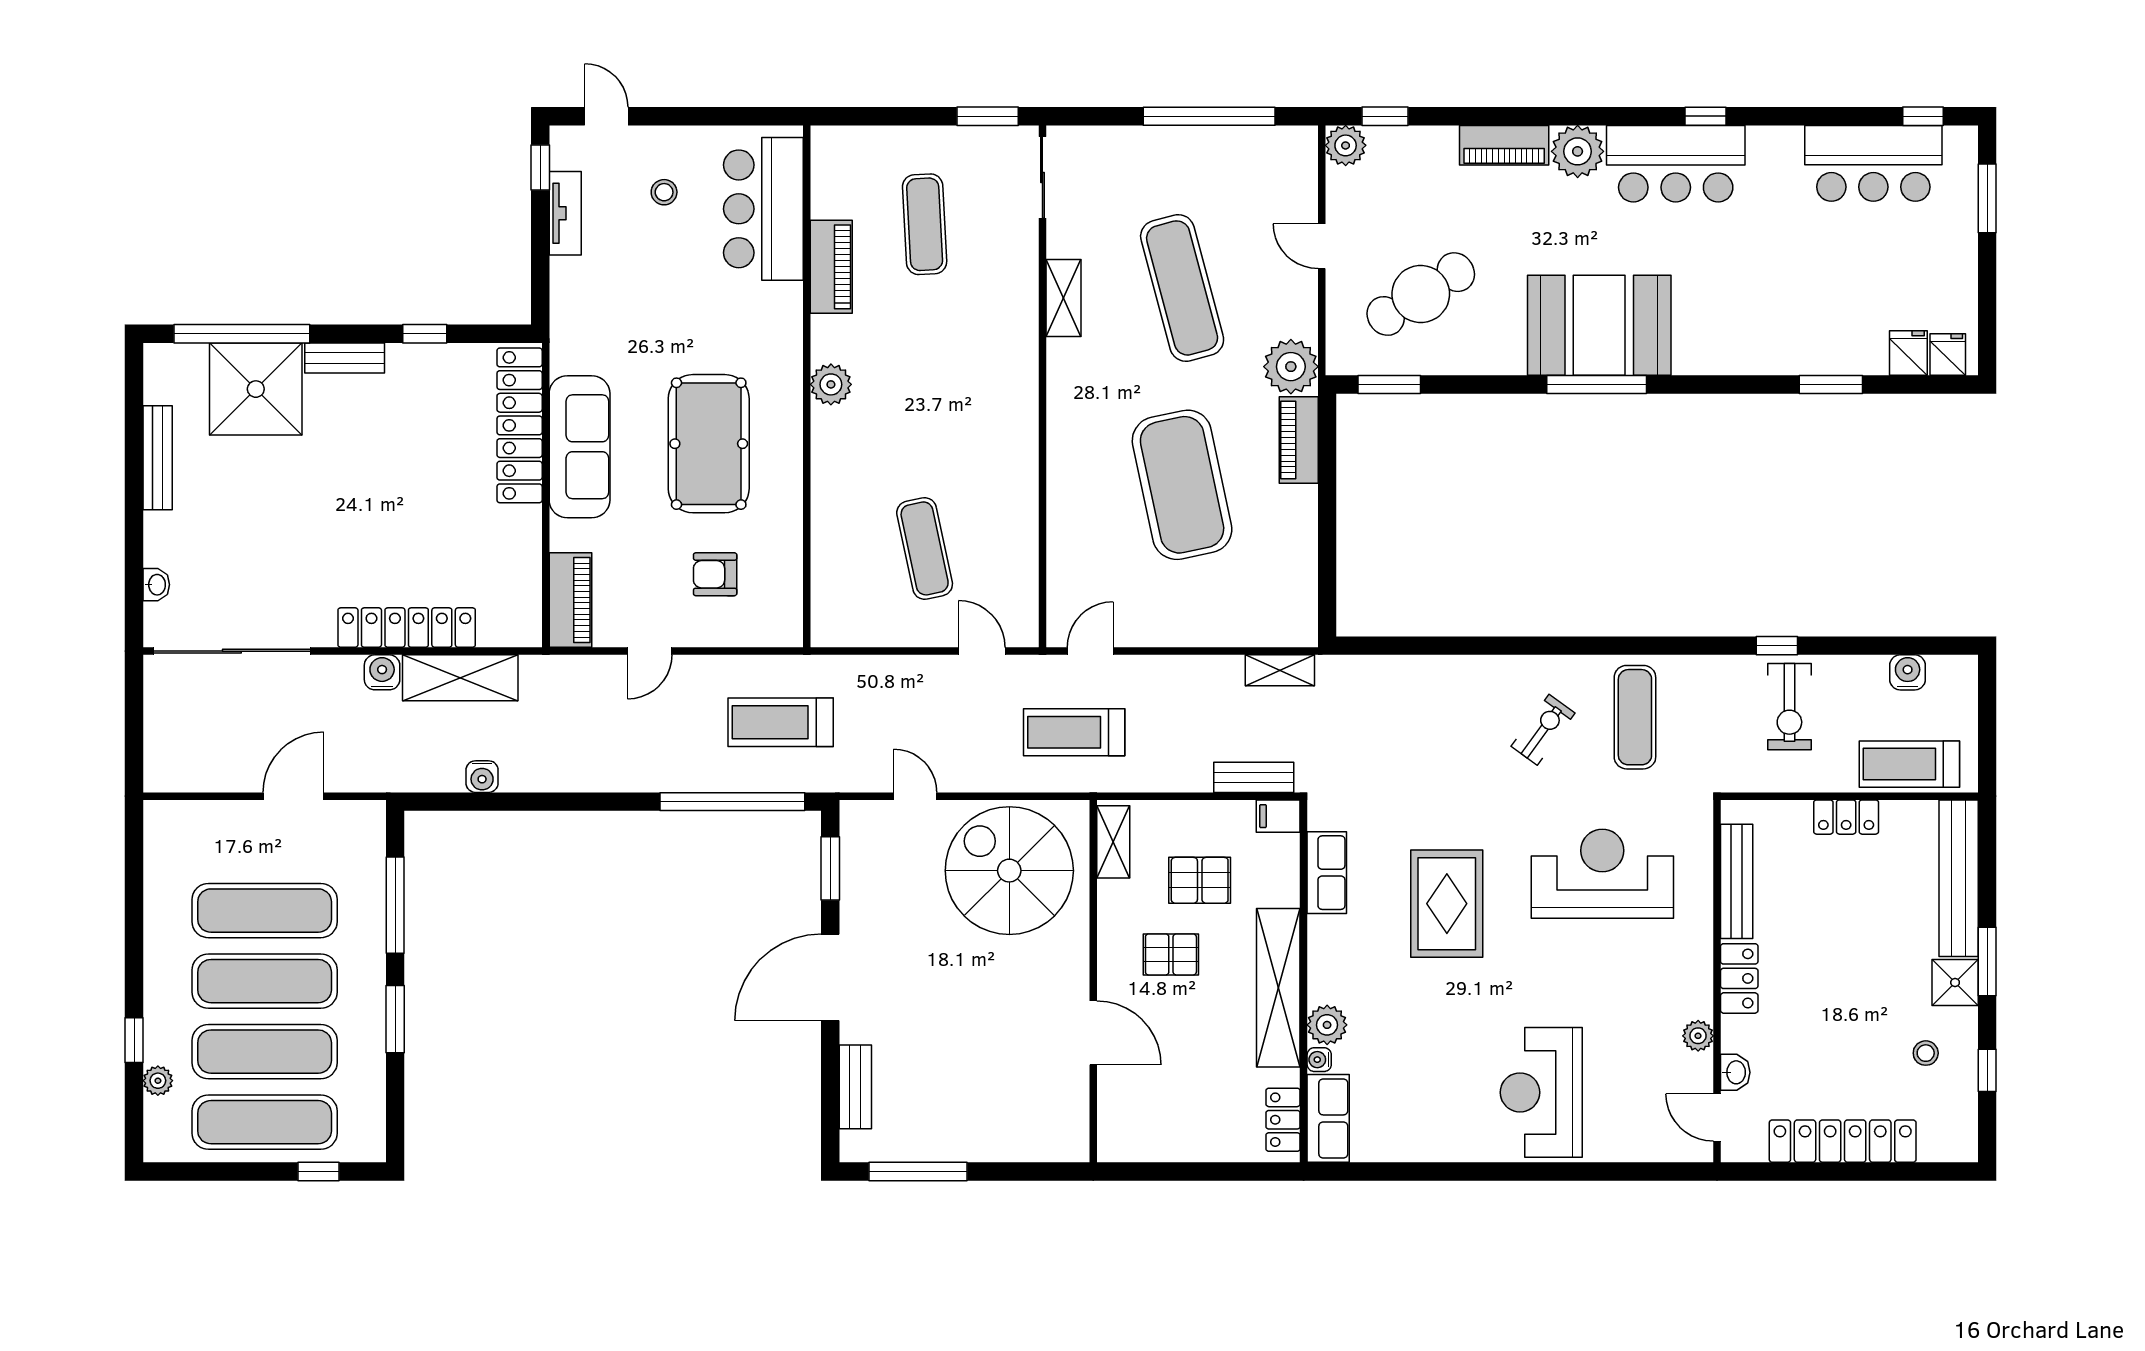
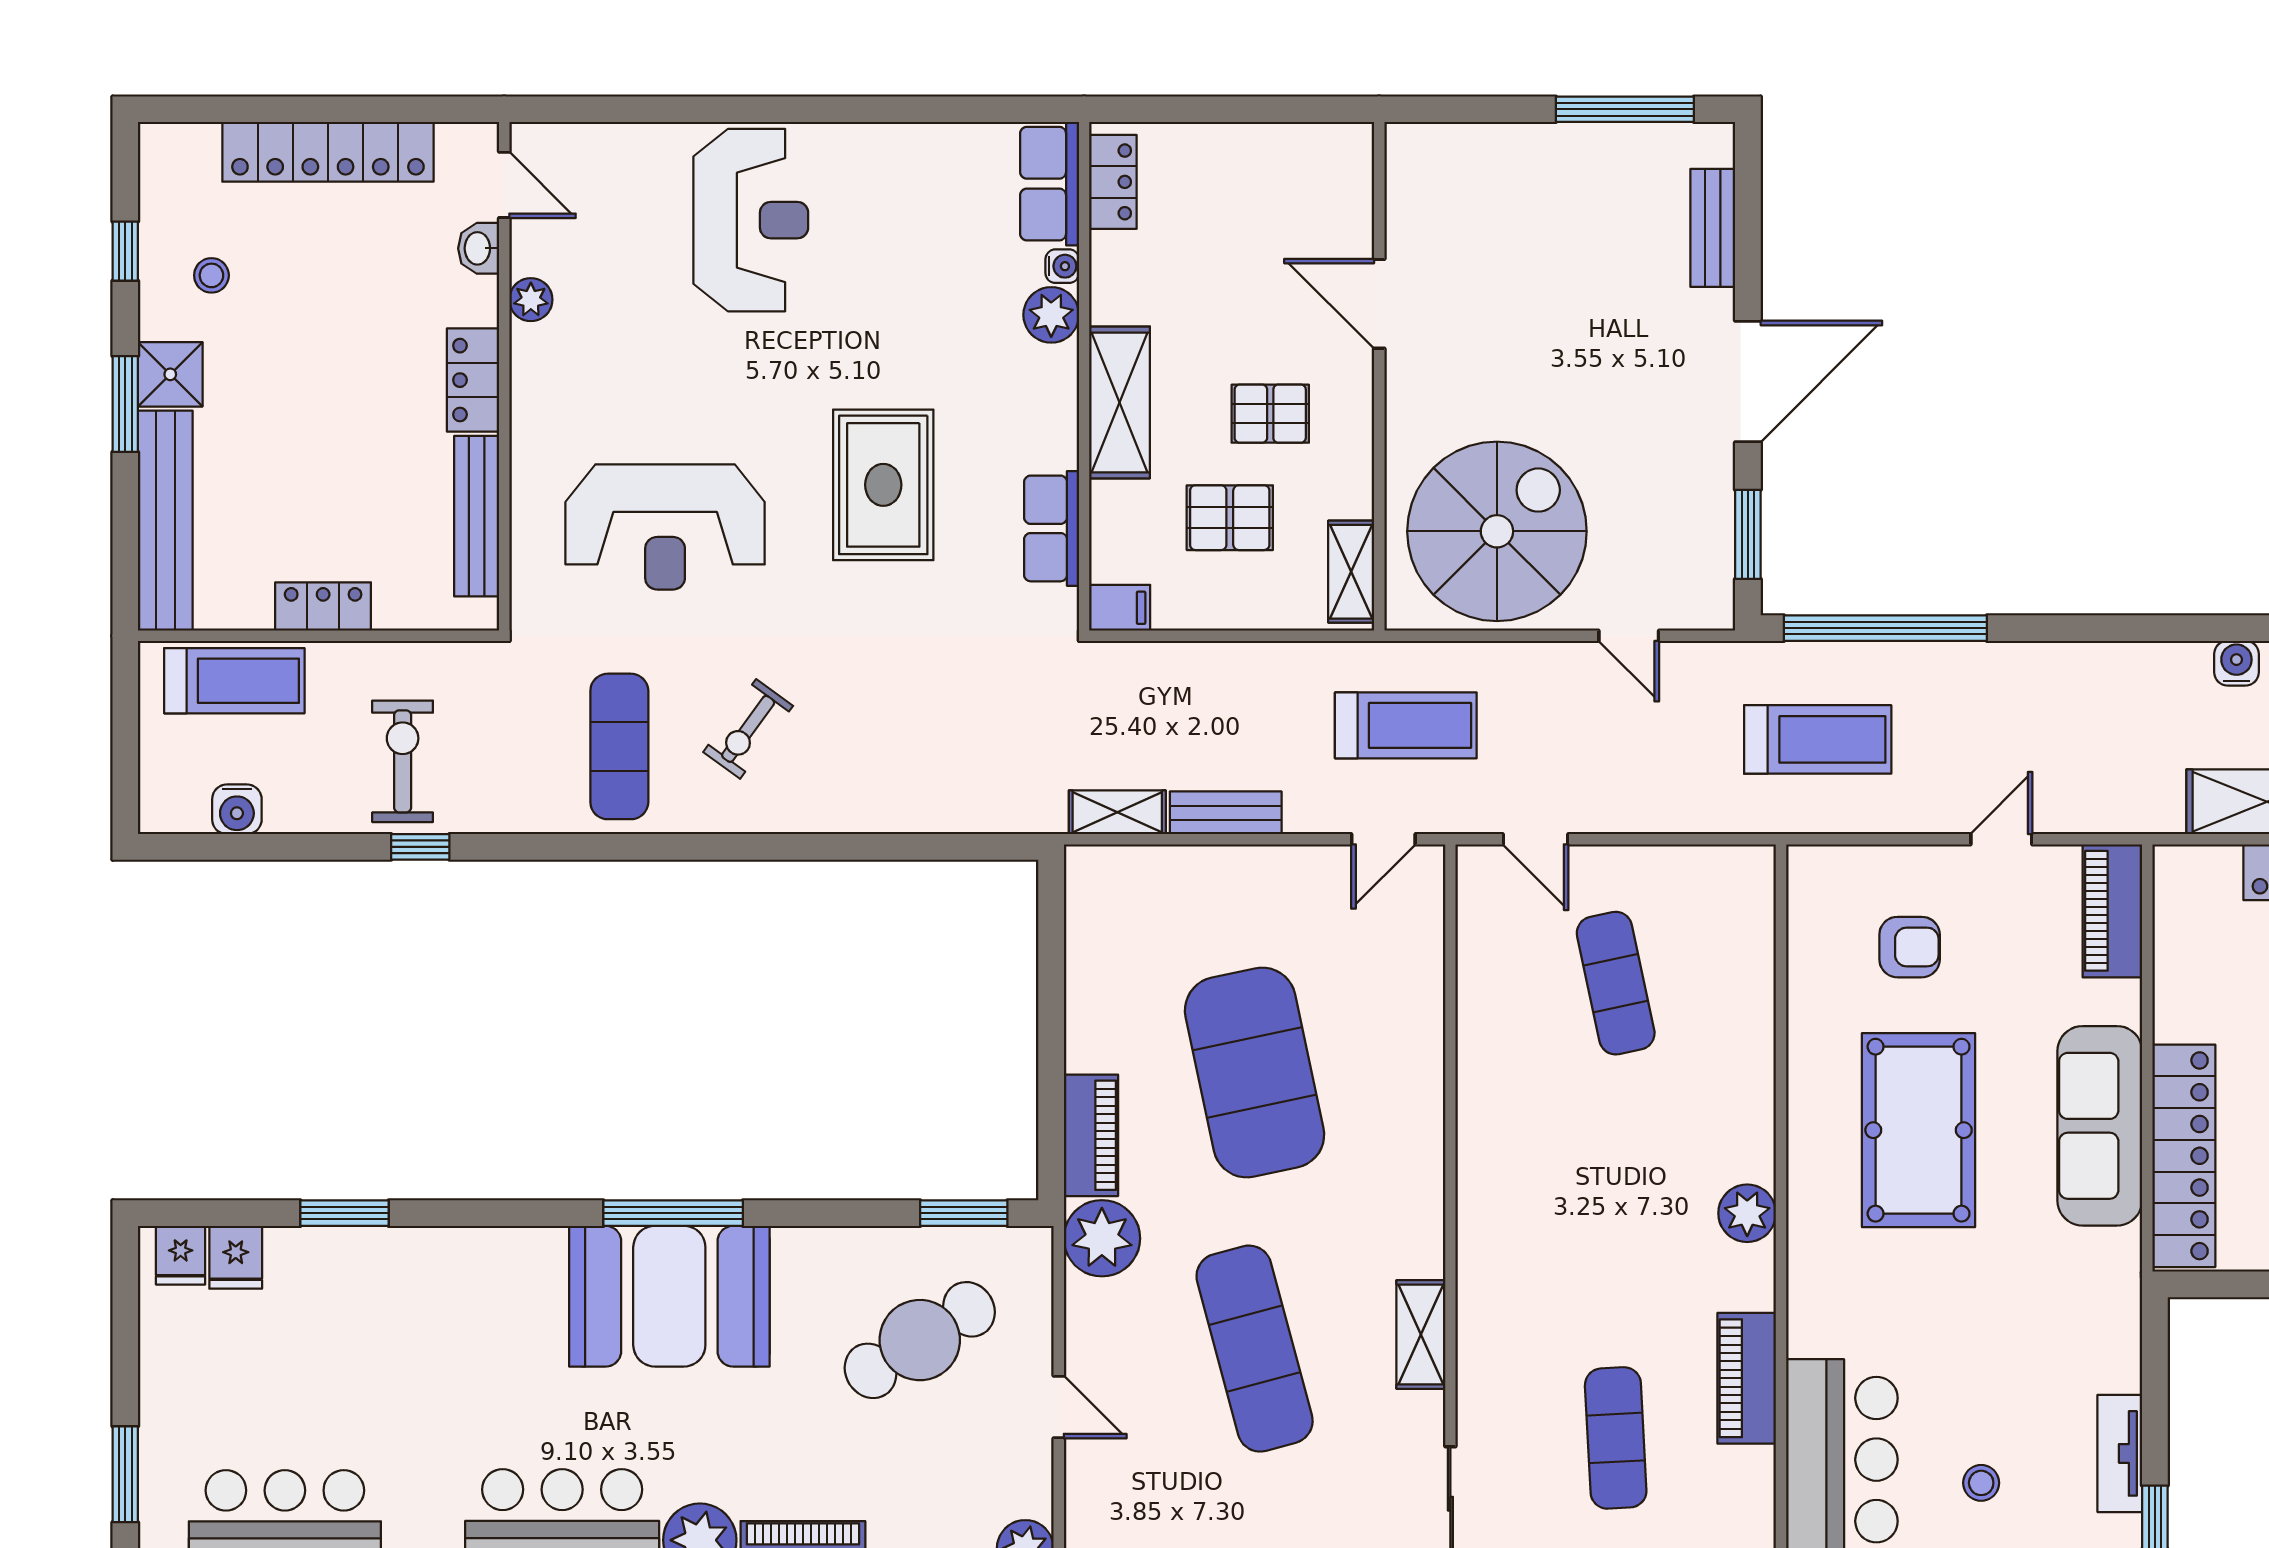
bench: (1254, 777) -> (1226, 813), moved
spiral stairs: (1009, 871) -> (1497, 531), turned -90
shelving: (1278, 988) -> (1120, 402), width x0.68

